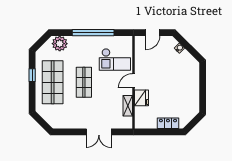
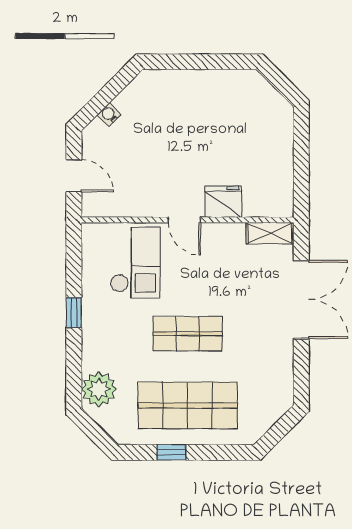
window: (93, 33) -> (74, 313), width x0.32
shelving: (128, 106) -> (270, 233), moved
locker: (168, 123) -> (282, 141), removed
double door: (99, 132) -> (301, 300), width x1.37

